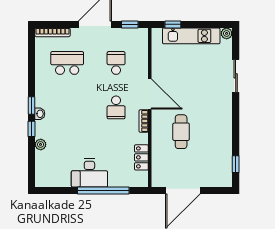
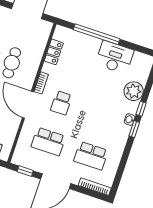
school desk: (116, 63) -> (48, 141), width x1.85
school desk: (116, 107) -> (61, 103), turned 180
plant: (41, 144) -> (134, 91), width x1.87, depth x1.87
desk: (89, 173) -> (115, 57), moved

